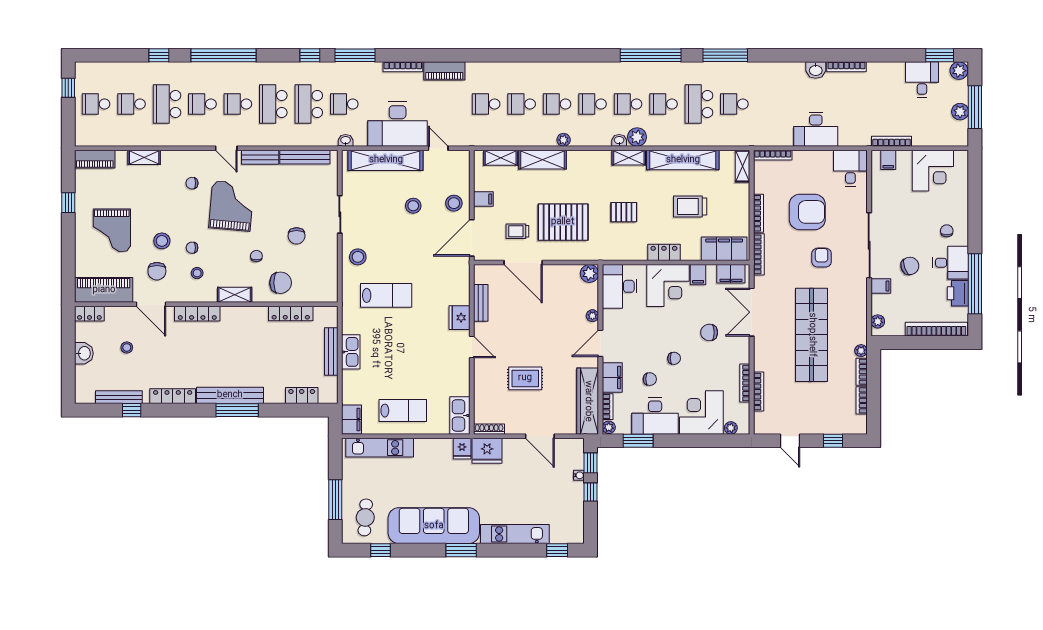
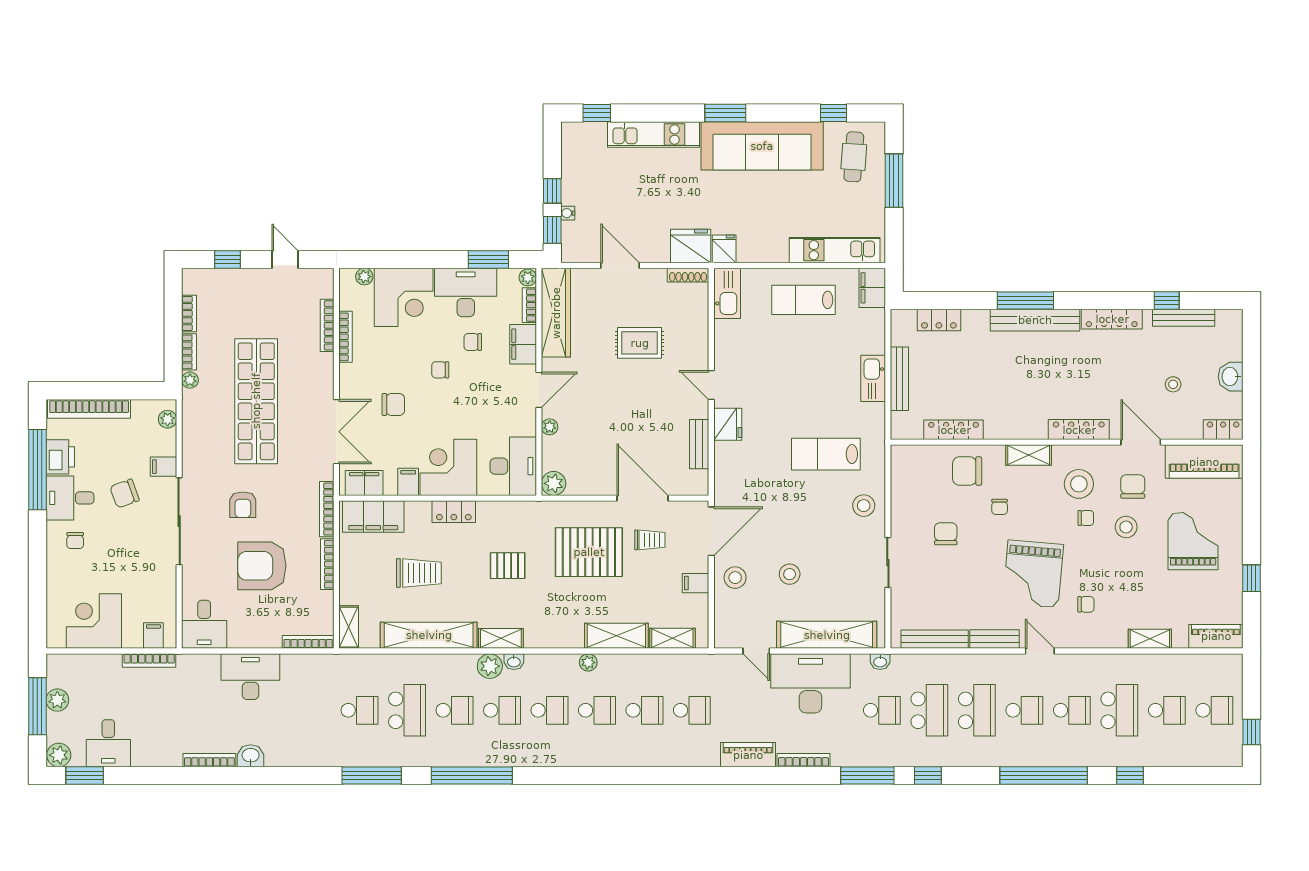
stool: (197, 273) -> (1079, 484), width x1.89, depth x1.89

